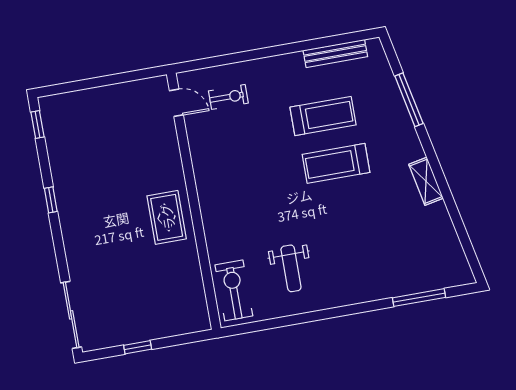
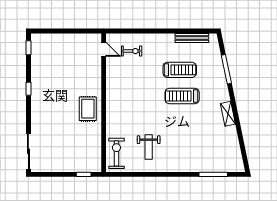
window: (138, 347) -> (84, 174), moved

